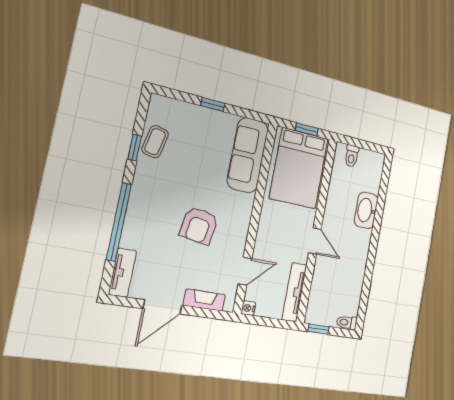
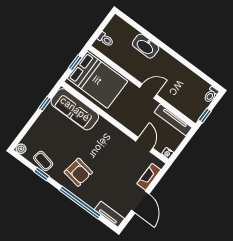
plant: (157, 102) -> (21, 149), added
window: (213, 104) -> (45, 104), moved
armchair: (199, 226) -> (78, 172), moved

